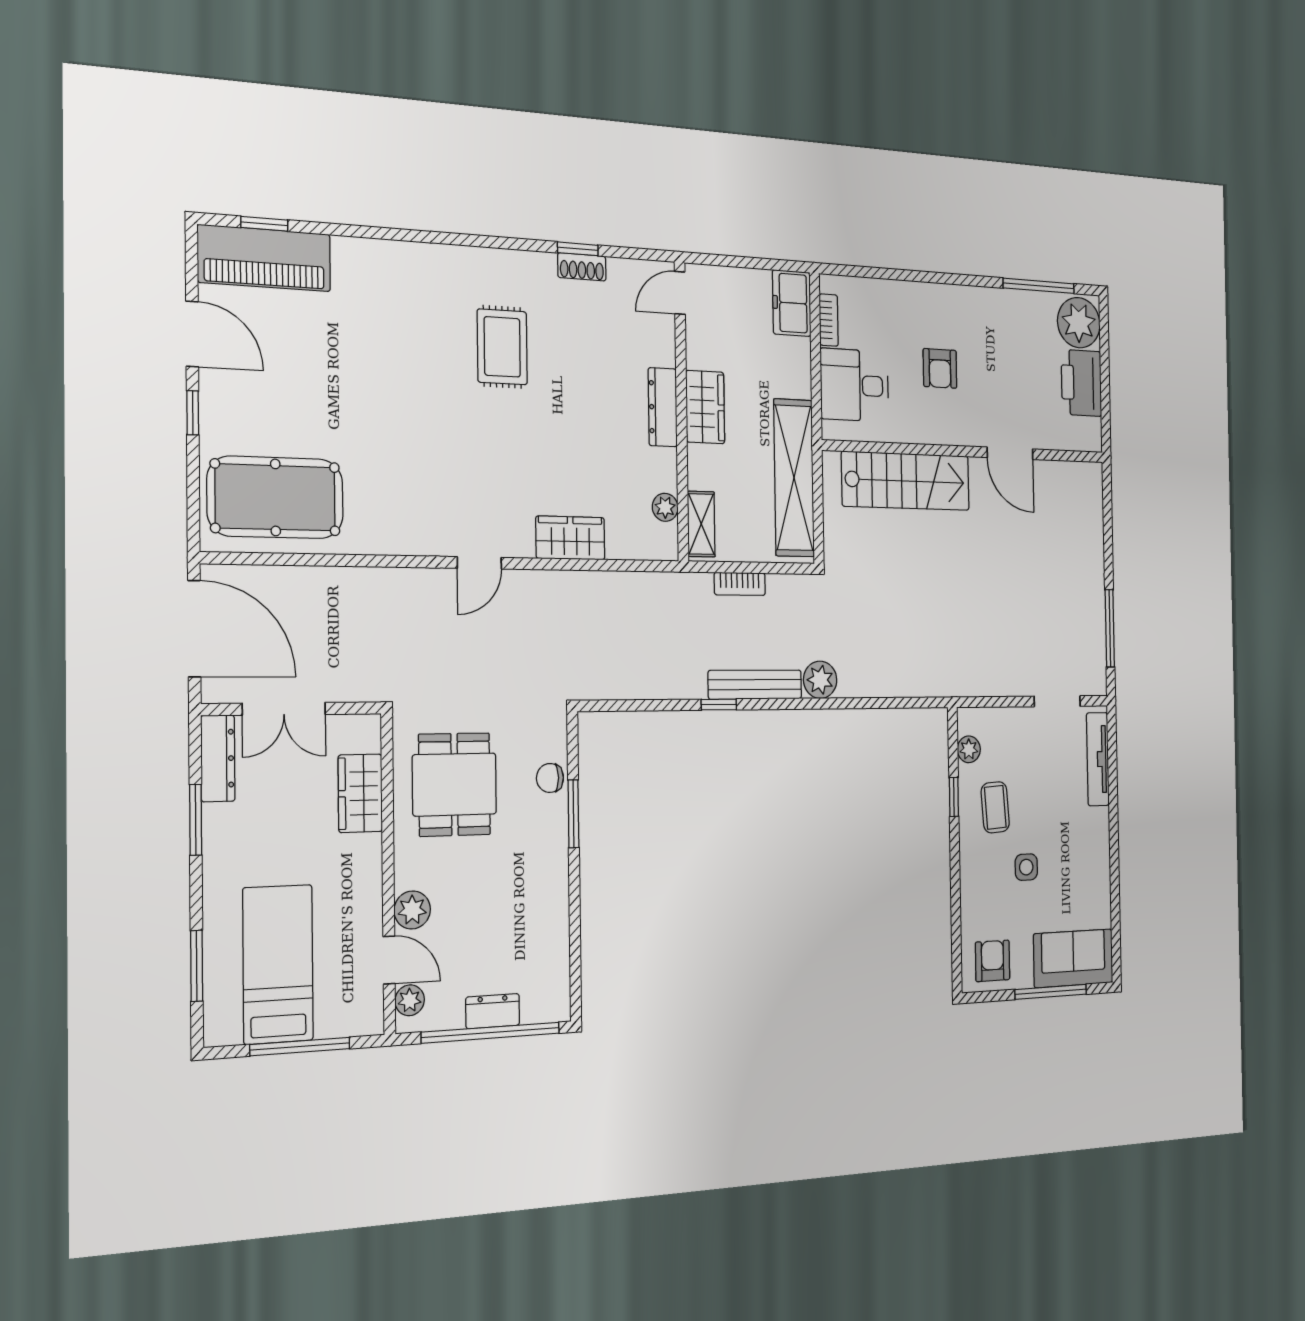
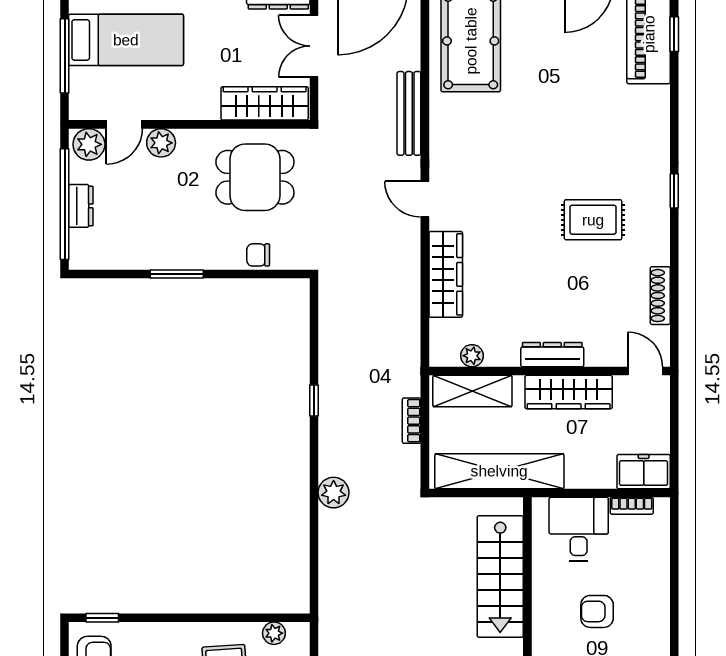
window: (578, 249) -> (674, 191), moved
shoe rack: (582, 267) -> (660, 296), width x1.43
wardrobe: (705, 407) -> (569, 392), width x1.50
shelving: (701, 524) -> (472, 391), width x1.50, depth x1.33
wardrobe: (570, 538) -> (446, 274), width x1.50
bench: (755, 685) -> (409, 113), moved
chair: (550, 778) -> (258, 255), turned -90
wardrobe: (360, 793) -> (265, 103), width x1.50
window: (954, 797) -> (102, 618), moved
window: (573, 814) -> (177, 274), moved
plant: (410, 1000) -> (89, 144), width x1.38, depth x1.38

